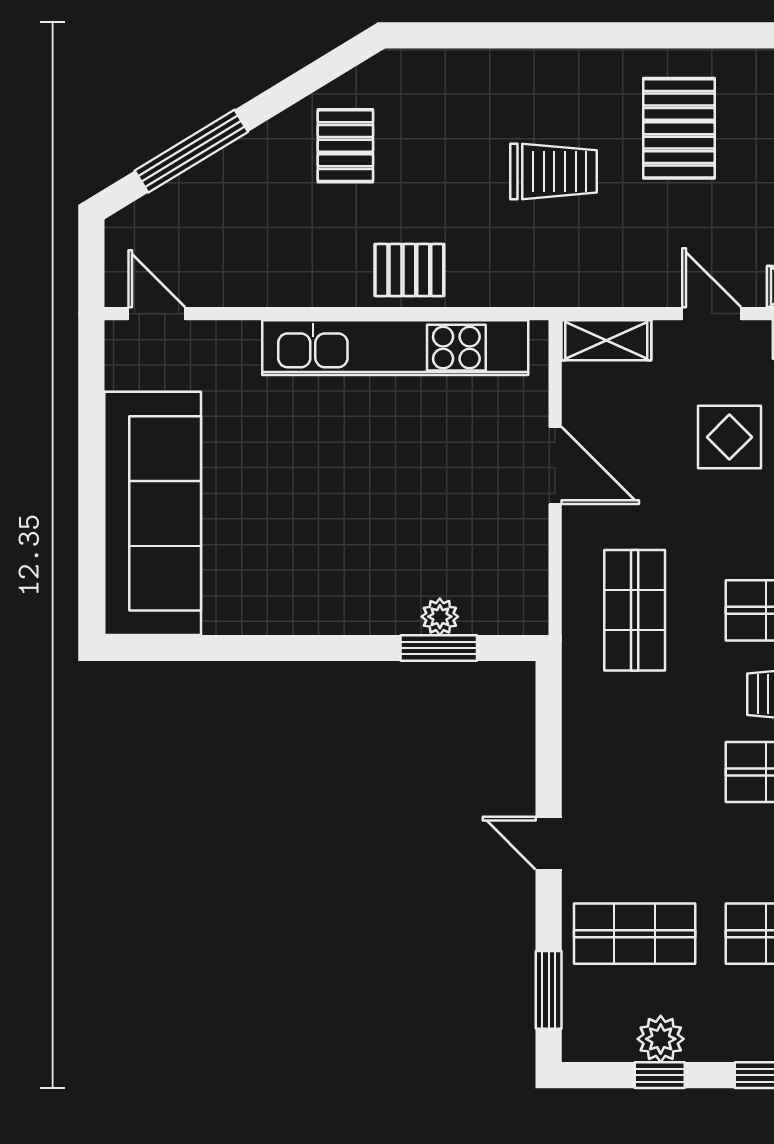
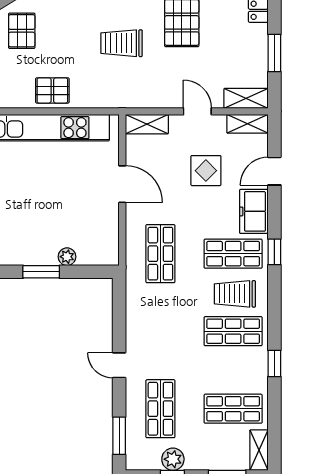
trolley: (554, 171) -> (122, 43), turned 180
window: (439, 648) -> (41, 272), moved
shop shelf: (635, 934) -> (160, 409), turned 90

